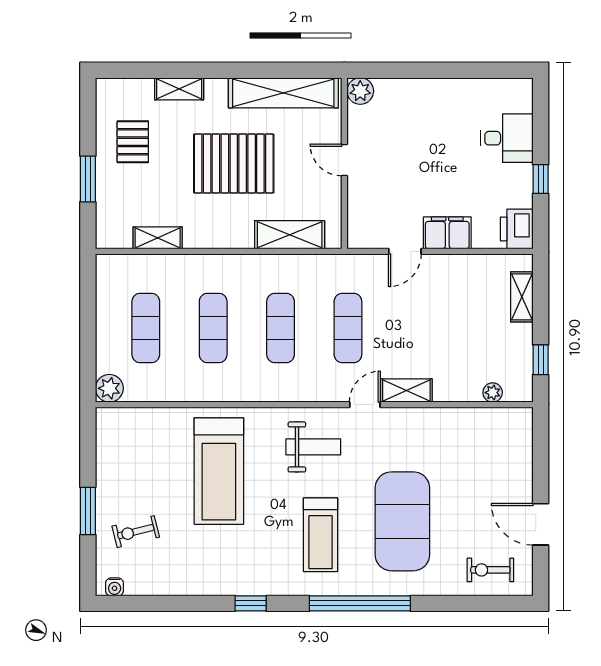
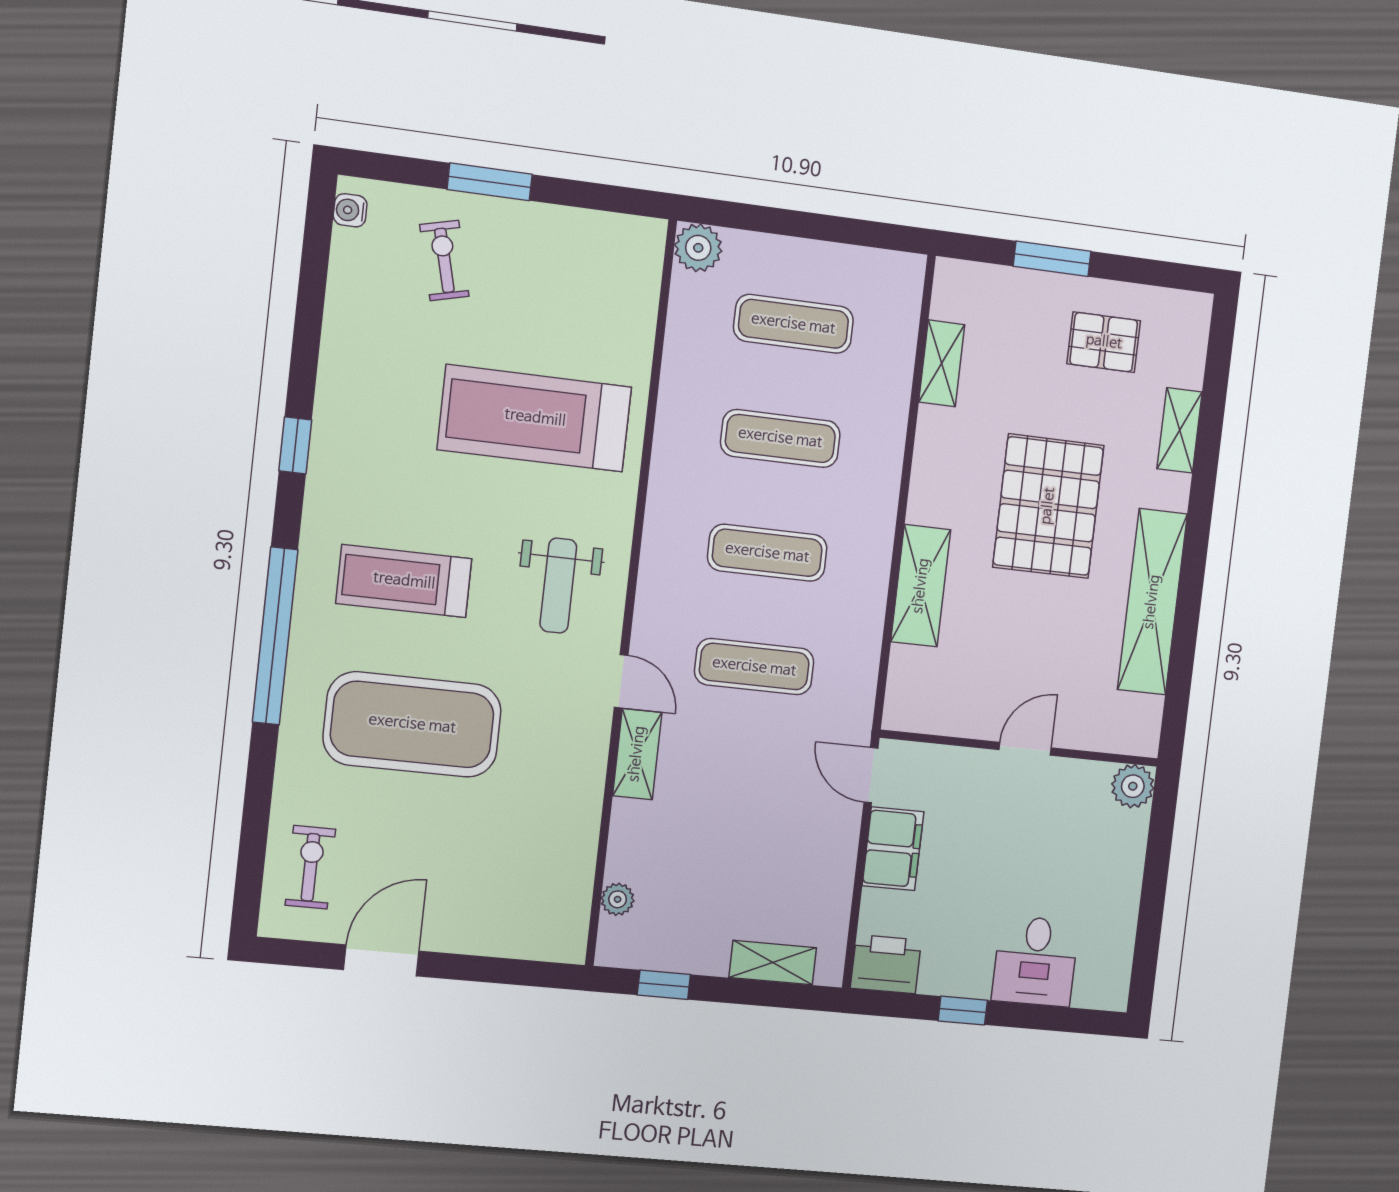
plant: (360, 91) -> (1133, 786), moved
door: (344, 160) -> (1025, 749), moved
wall: (344, 163) -> (1020, 748), moved

